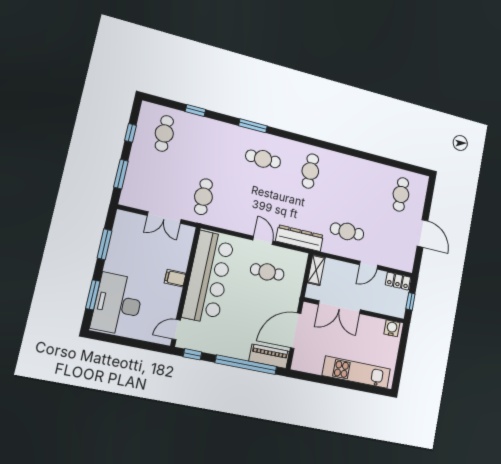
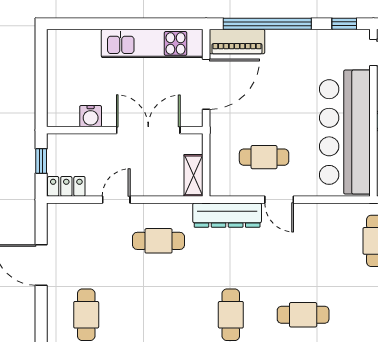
water cooler: (392, 328) -> (91, 116), moved
kitchen unit: (356, 372) -> (152, 43), moved

